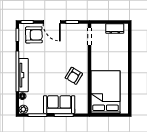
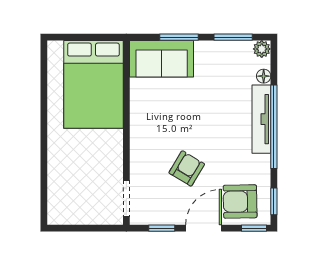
door: (52, 22) -> (204, 228), hinge flipped
dresser: (115, 28) -> (74, 215), removed
armchair: (74, 76) -> (187, 168), moved
sofa: (59, 105) -> (162, 59), moved

